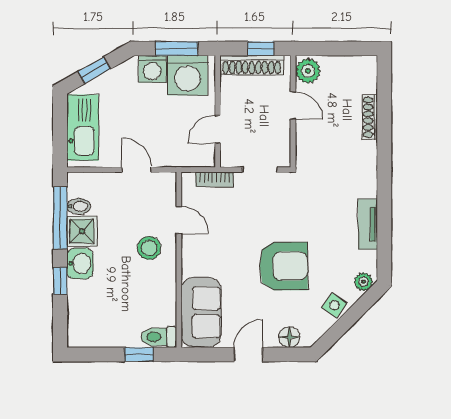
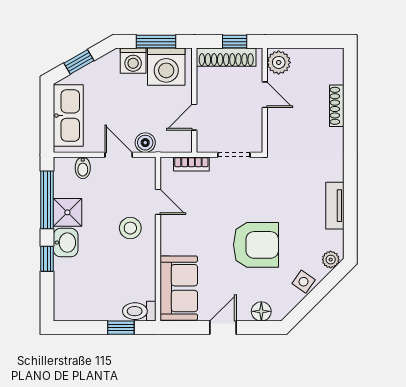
boiler: (165, 157) -> (145, 143), added
bidet: (79, 206) -> (83, 168), moved, turned 90

